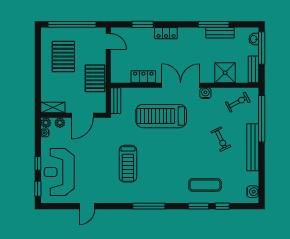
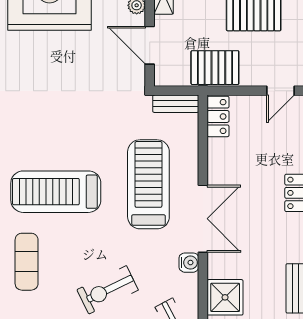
locker: (143, 77) -> (218, 116), moved
exercise bike: (221, 139) -> (108, 290), width x1.38, depth x1.39
treadmill: (128, 164) -> (56, 192), moved, width x1.37, depth x1.38

